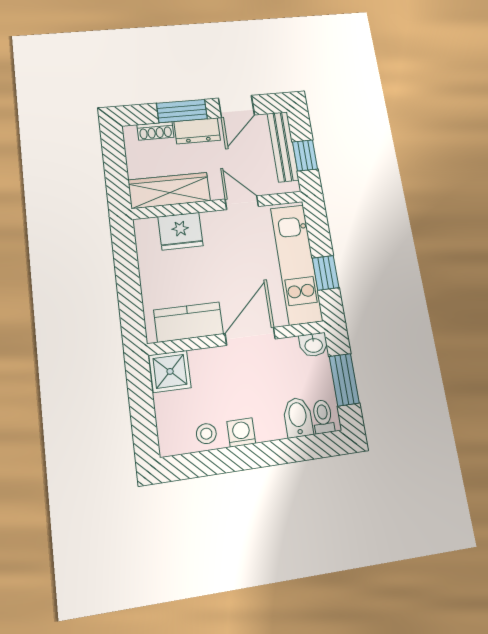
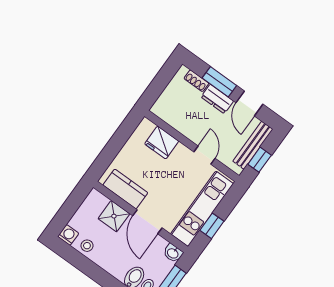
door: (236, 106) -> (249, 103), hinge flipped
wardrobe: (169, 190) -> (175, 117), removed
door: (250, 336) -> (147, 222), swing flipped
shower: (170, 371) -> (114, 216), moved
washing machine: (241, 432) -> (68, 235), moved

